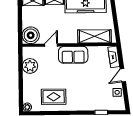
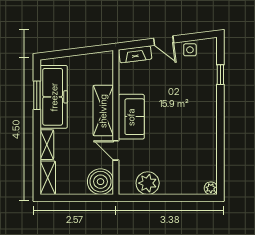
shelving: (95, 36) -> (103, 111), moved
rug: (54, 97) -> (195, 148), removed

